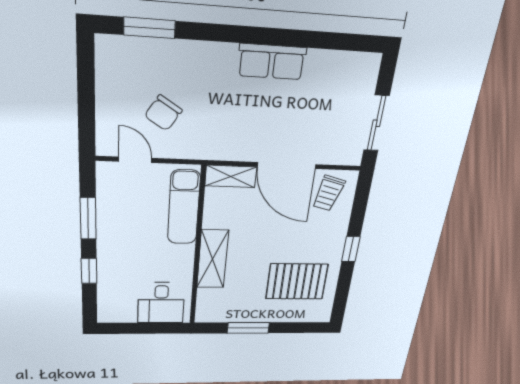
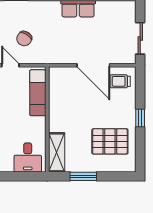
shelving: (231, 176) -> (63, 73), removed
trolley: (328, 193) -> (120, 81), turned 75
shelving: (213, 259) -> (57, 152), moved

